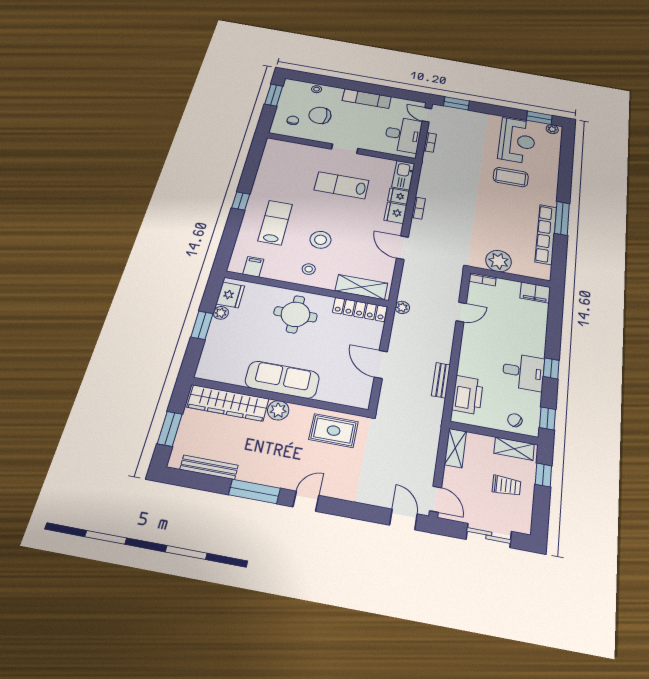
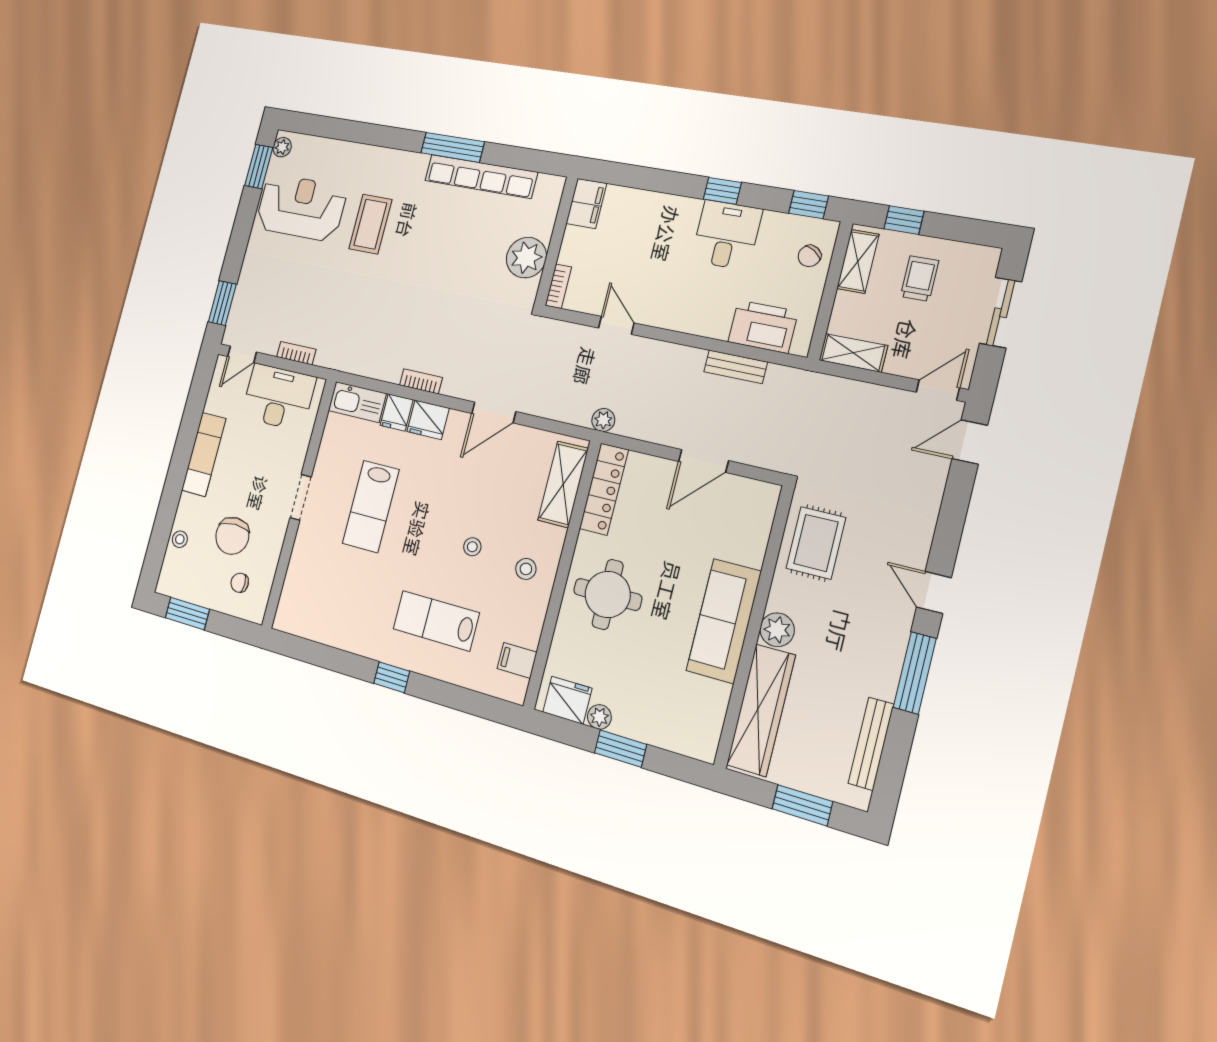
stool: (321, 240) -> (472, 547), width x0.53, depth x0.53

